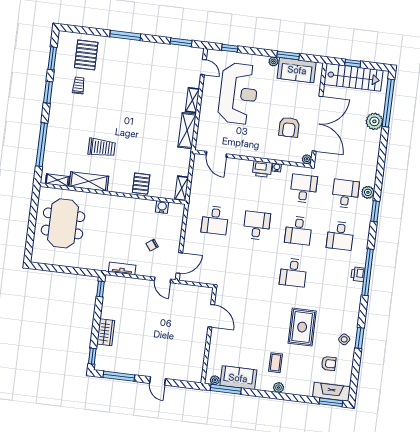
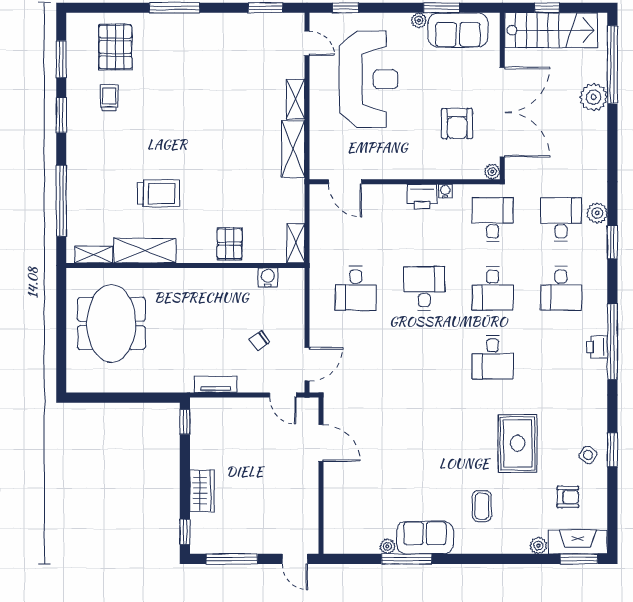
door: (211, 316) -> (321, 443), moved
wall: (209, 336) -> (321, 476), moved
plant: (279, 387) -> (538, 546), moved

